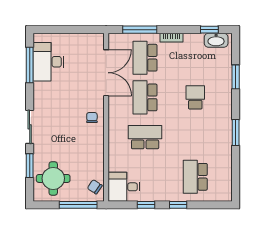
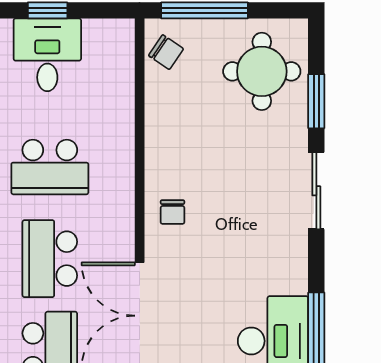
school desk: (145, 97) -> (50, 259), turned 180
desk: (124, 187) -> (47, 55), moved, turned -90

